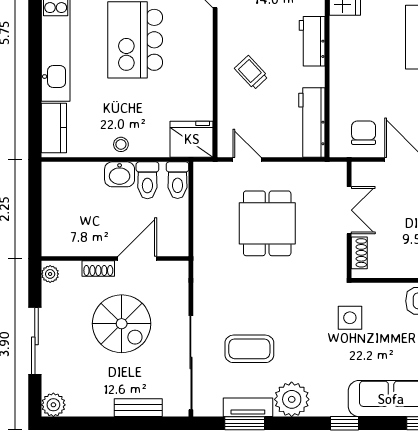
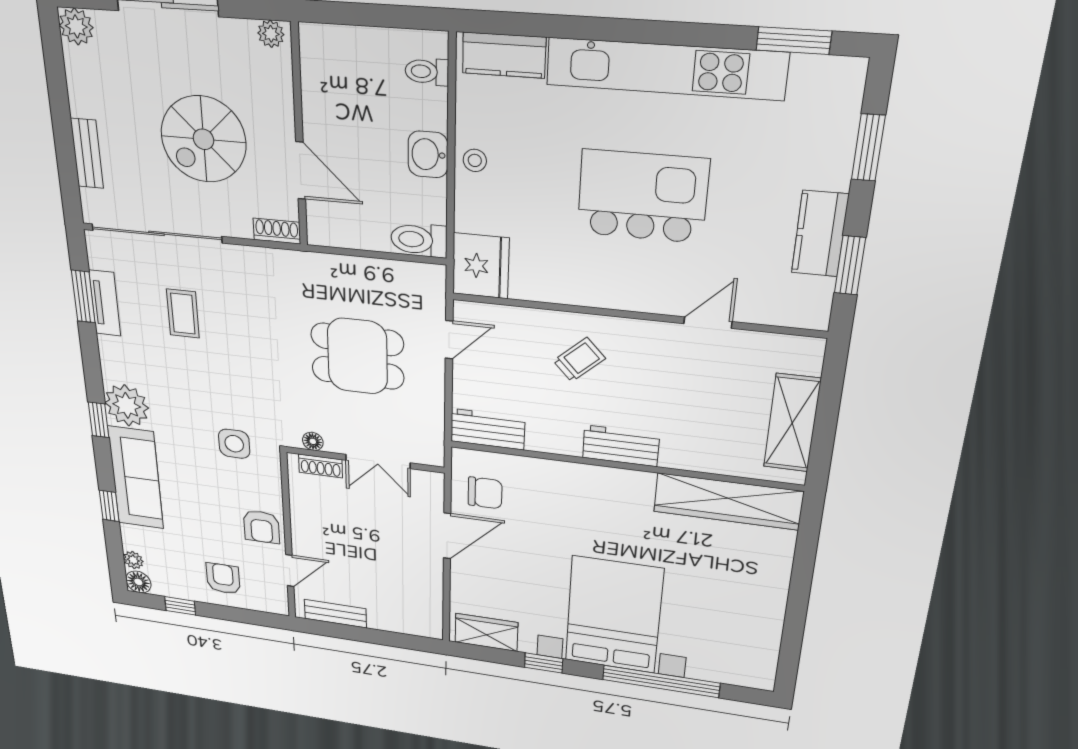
workbench: (312, 122) -> (488, 429), width x0.73
toilet: (147, 180) -> (427, 72), moved, width x0.73, depth x0.72
floor lamp: (339, 258) -> (313, 441), added
shoe rack: (98, 268) -> (277, 231), moved, turned 90
coffee table: (249, 349) -> (183, 314), width x0.73, depth x0.77
plant: (292, 399) -> (127, 405), moved

